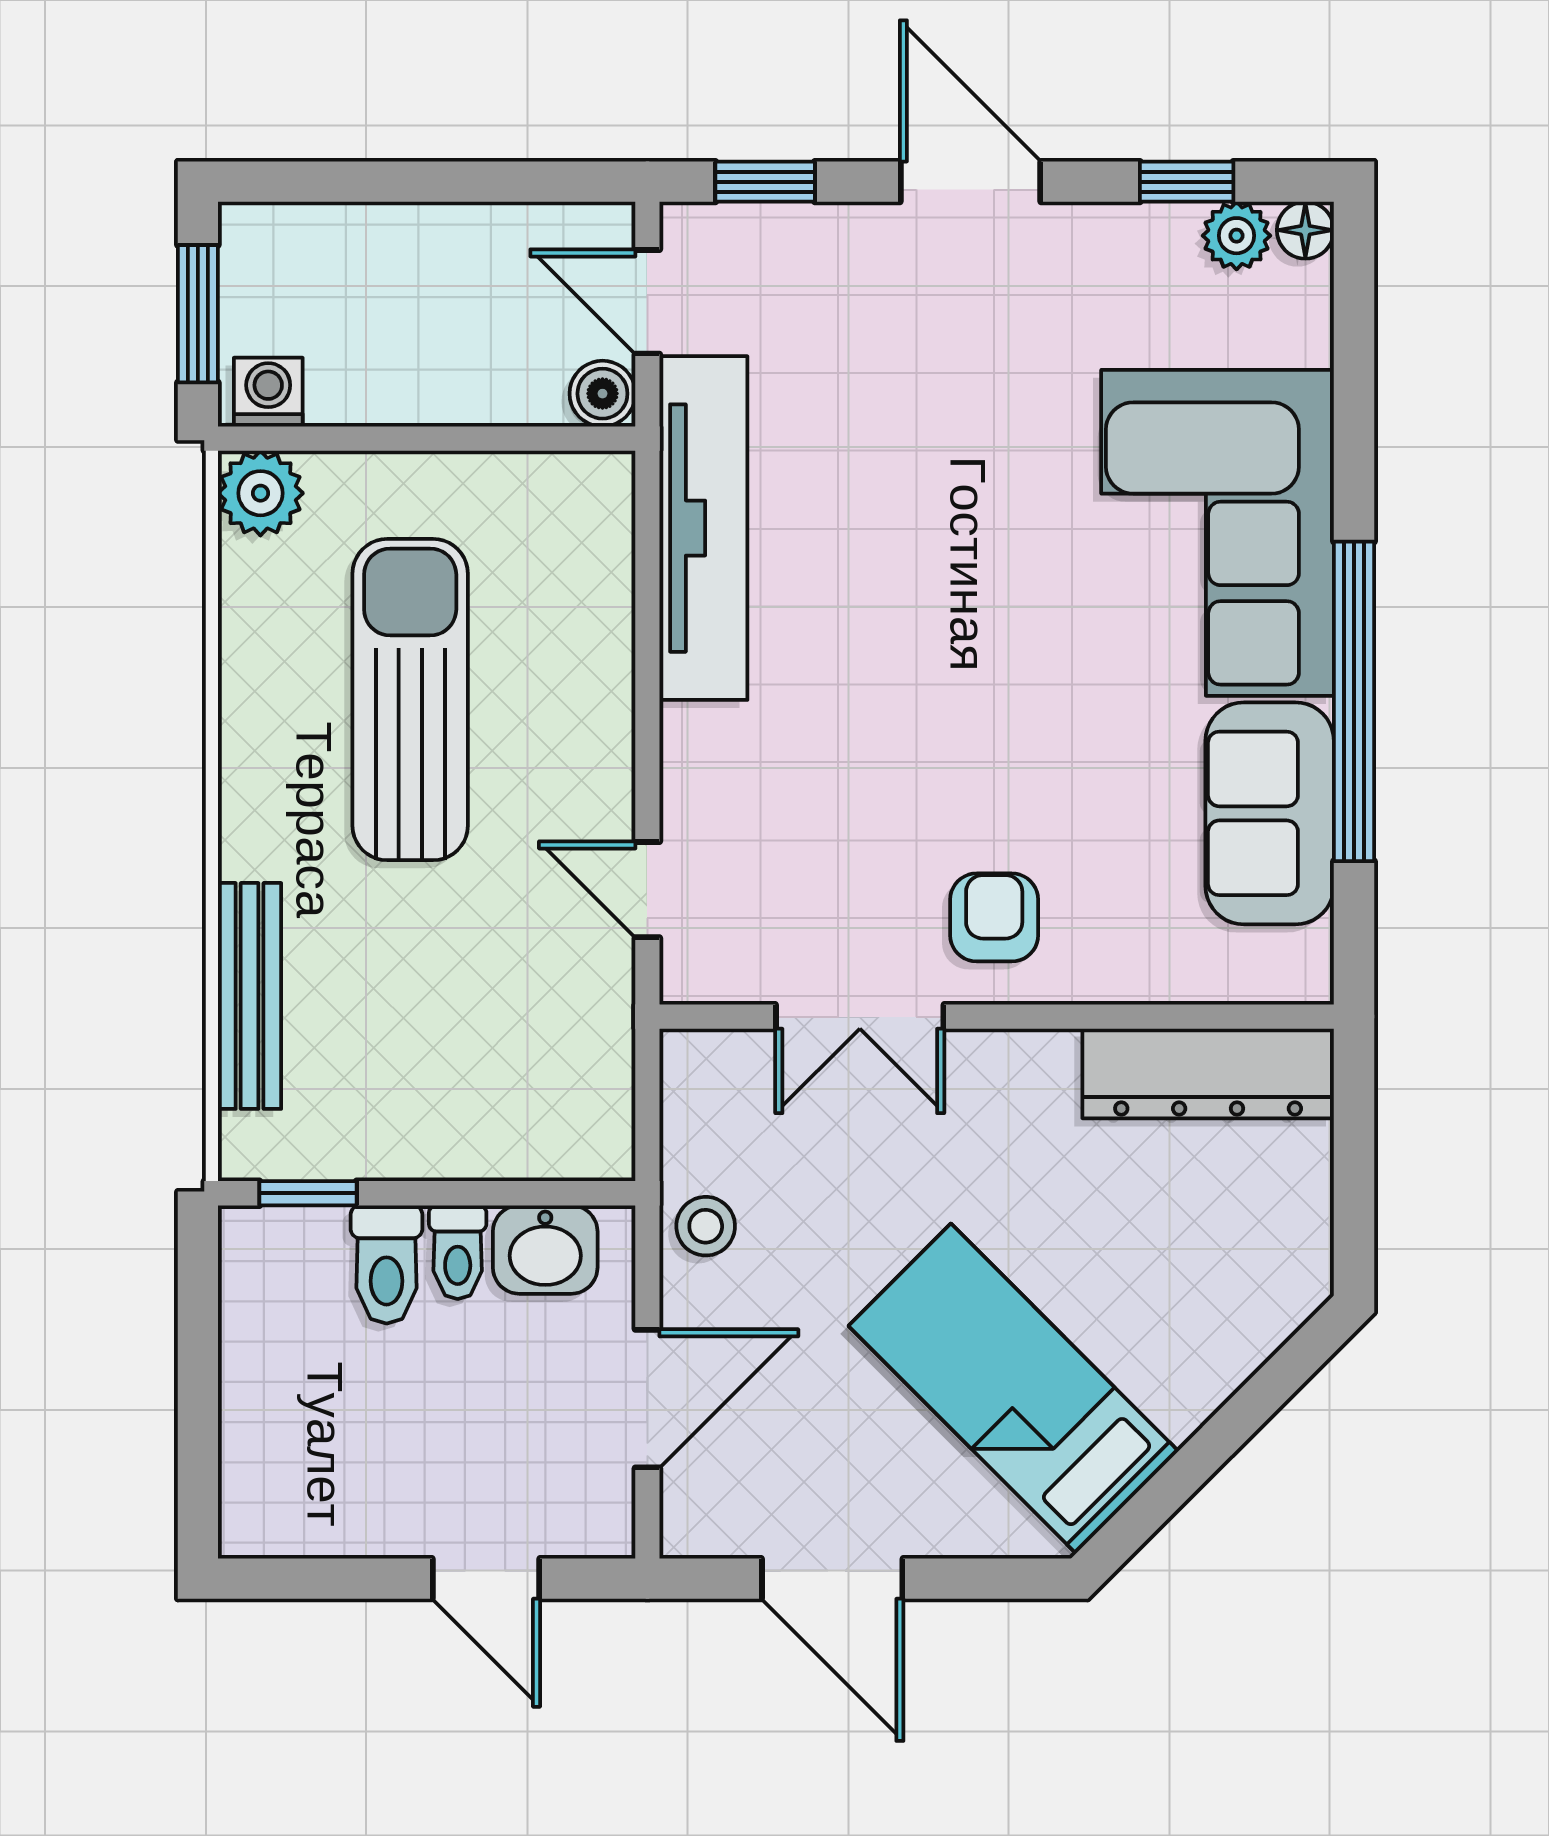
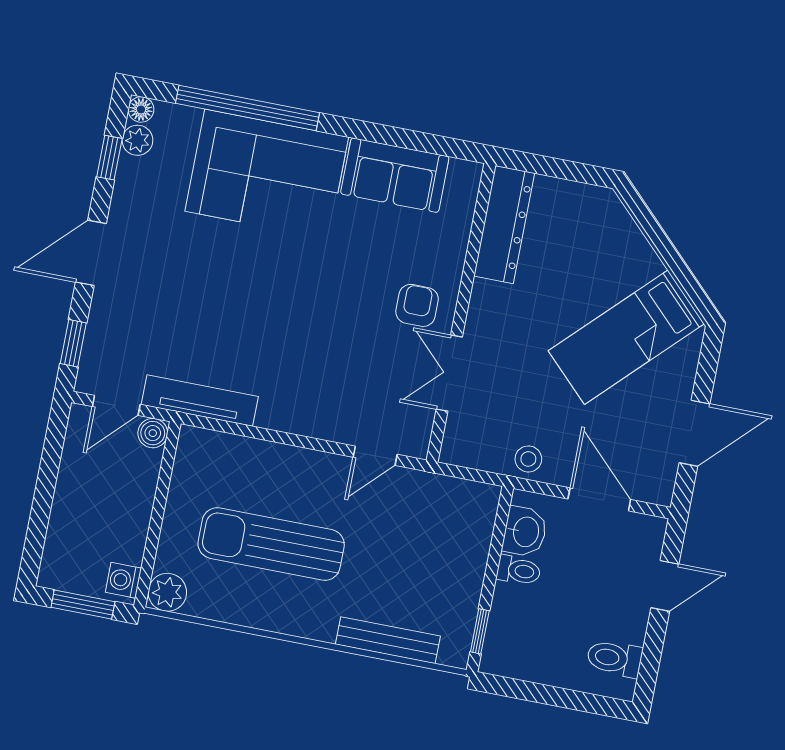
tv unit: (703, 528) -> (200, 401), width x0.73, depth x0.78
window: (1354, 701) -> (248, 108), moved
armchair: (994, 917) -> (417, 305), turned 90
double door: (860, 1017) -> (449, 373), swing flipped
toilet: (387, 1264) -> (614, 658), moved, turned 180

